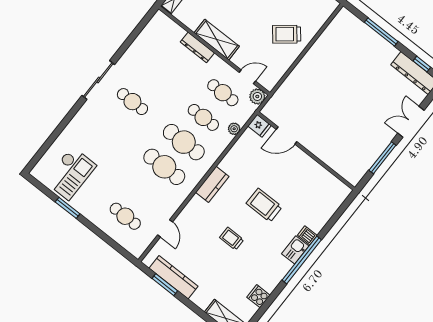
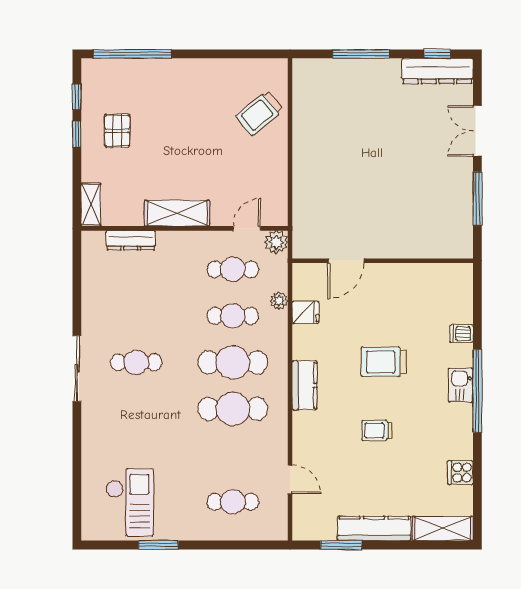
trolley: (287, 34) -> (259, 113), moved
dresser: (197, 47) -> (131, 240), moved
fridge: (260, 126) -> (306, 312), moved
dishwasher: (307, 235) -> (461, 334), moved
kitchen counter: (174, 277) -> (374, 528), moved

